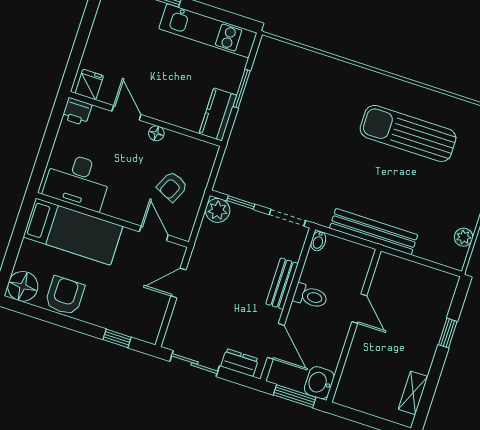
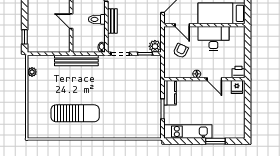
desk: (78, 181) -> (213, 39), moved
window: (448, 333) -> (25, 37), moved

